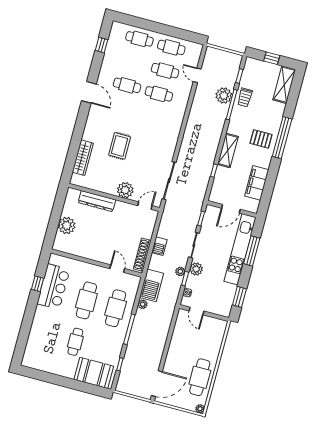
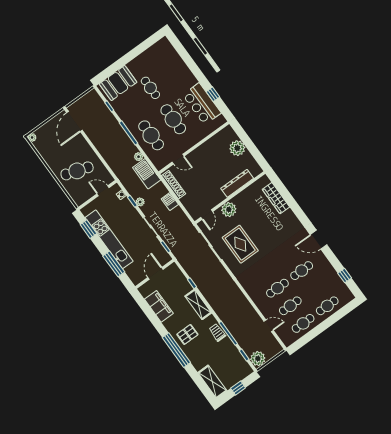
plant: (224, 96) -> (258, 359), moved
trolley: (245, 98) -> (217, 332), moved
rug: (120, 146) -> (240, 244), moved, width x1.36, depth x1.43
kitchen unit: (240, 249) -> (109, 239), moved
plant: (196, 269) -> (133, 214), removed
cafe table: (200, 377) -> (77, 171), moved, turned -72

